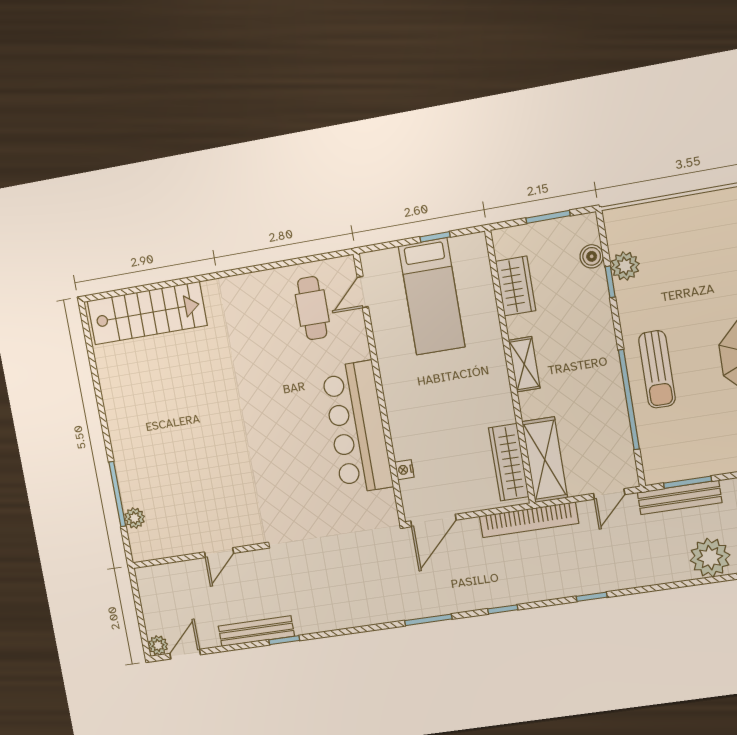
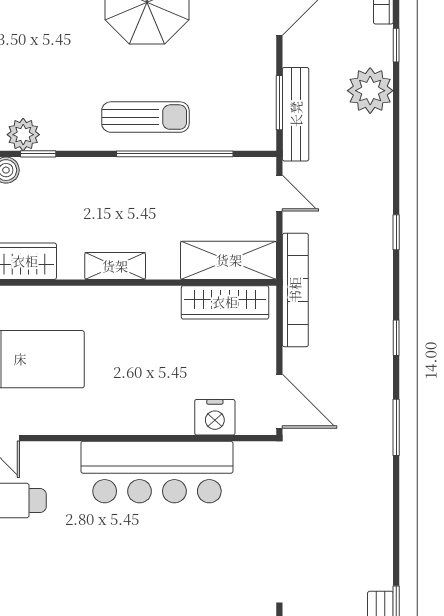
nightstand: (404, 470) -> (215, 417), width x1.89, depth x1.79

